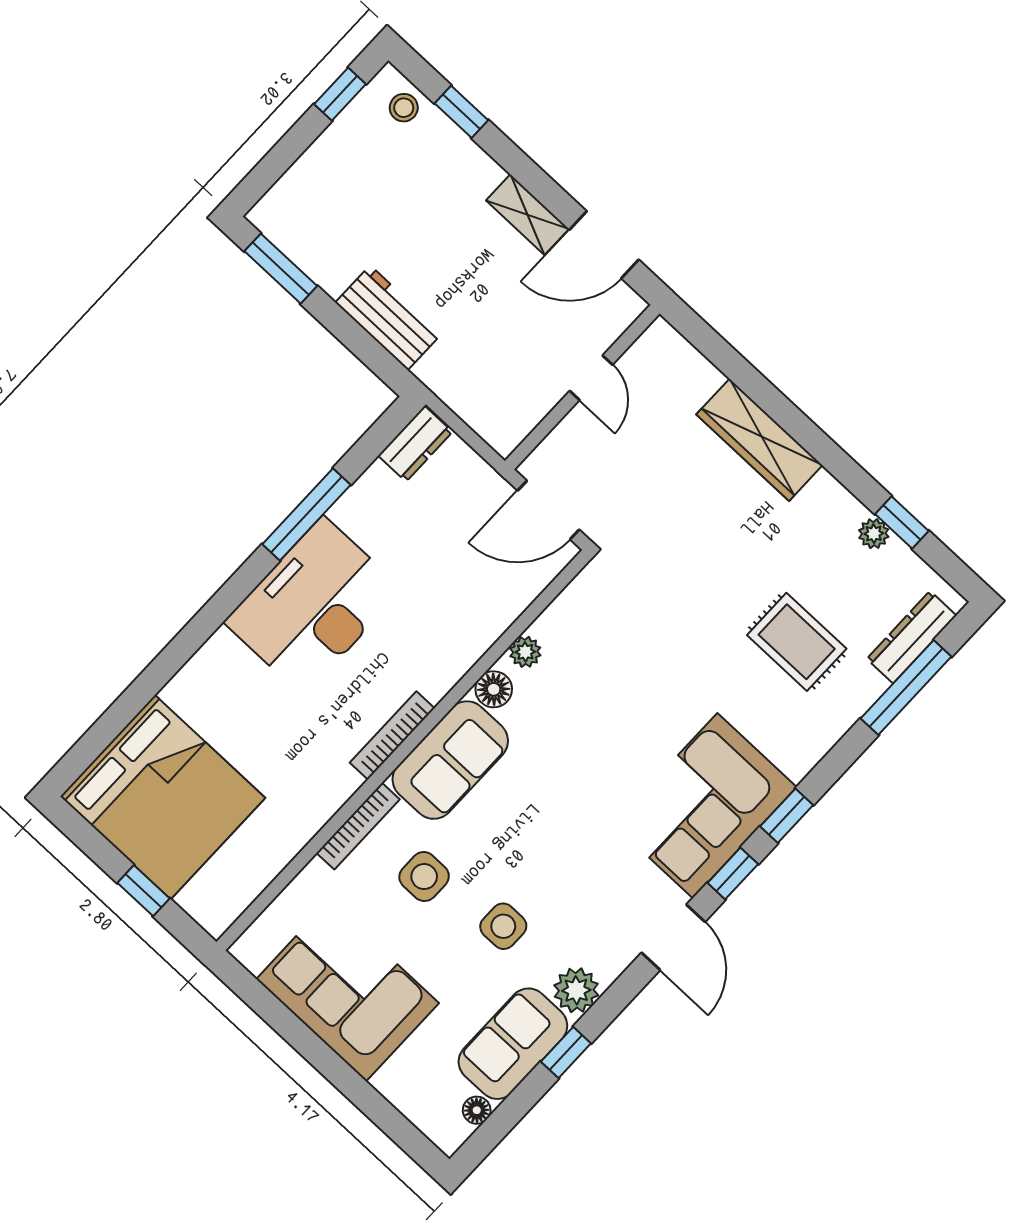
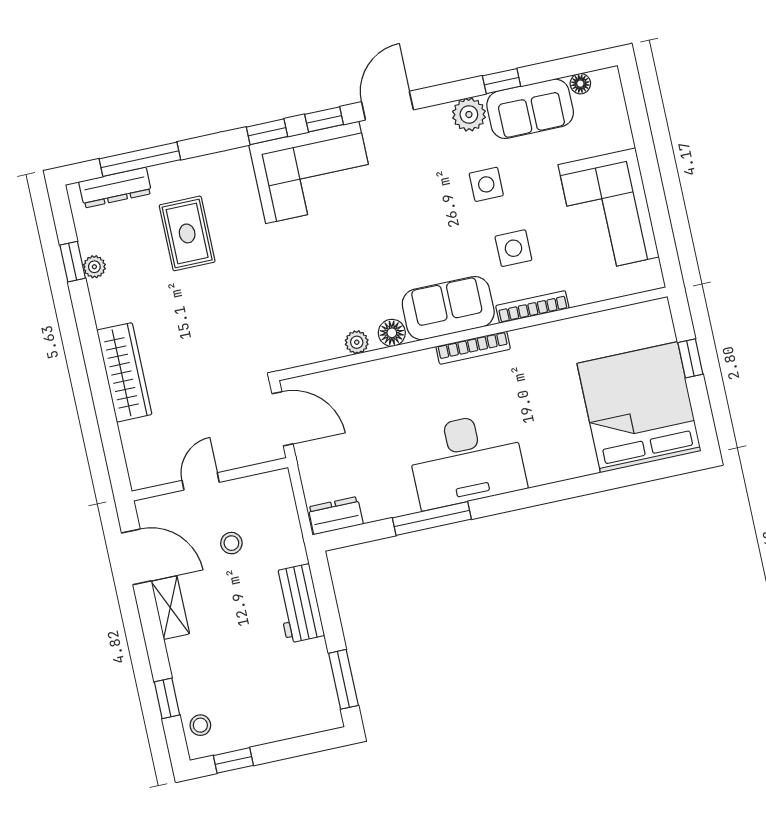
stool: (509, 333) -> (231, 543), added

